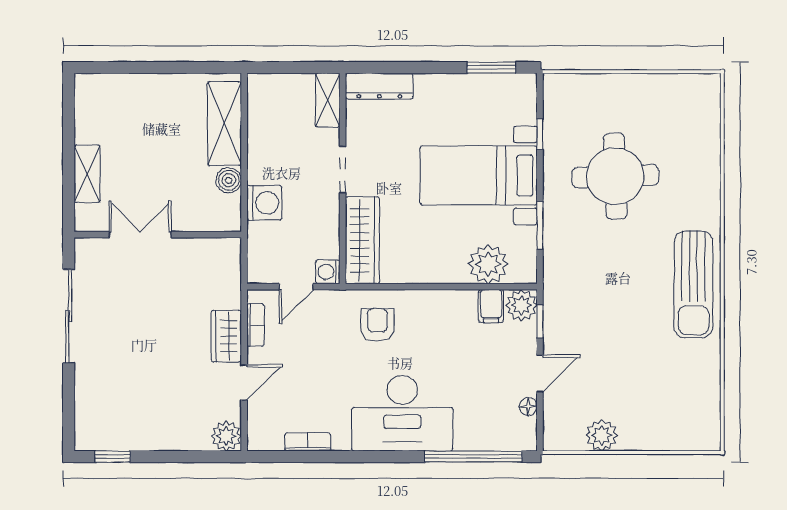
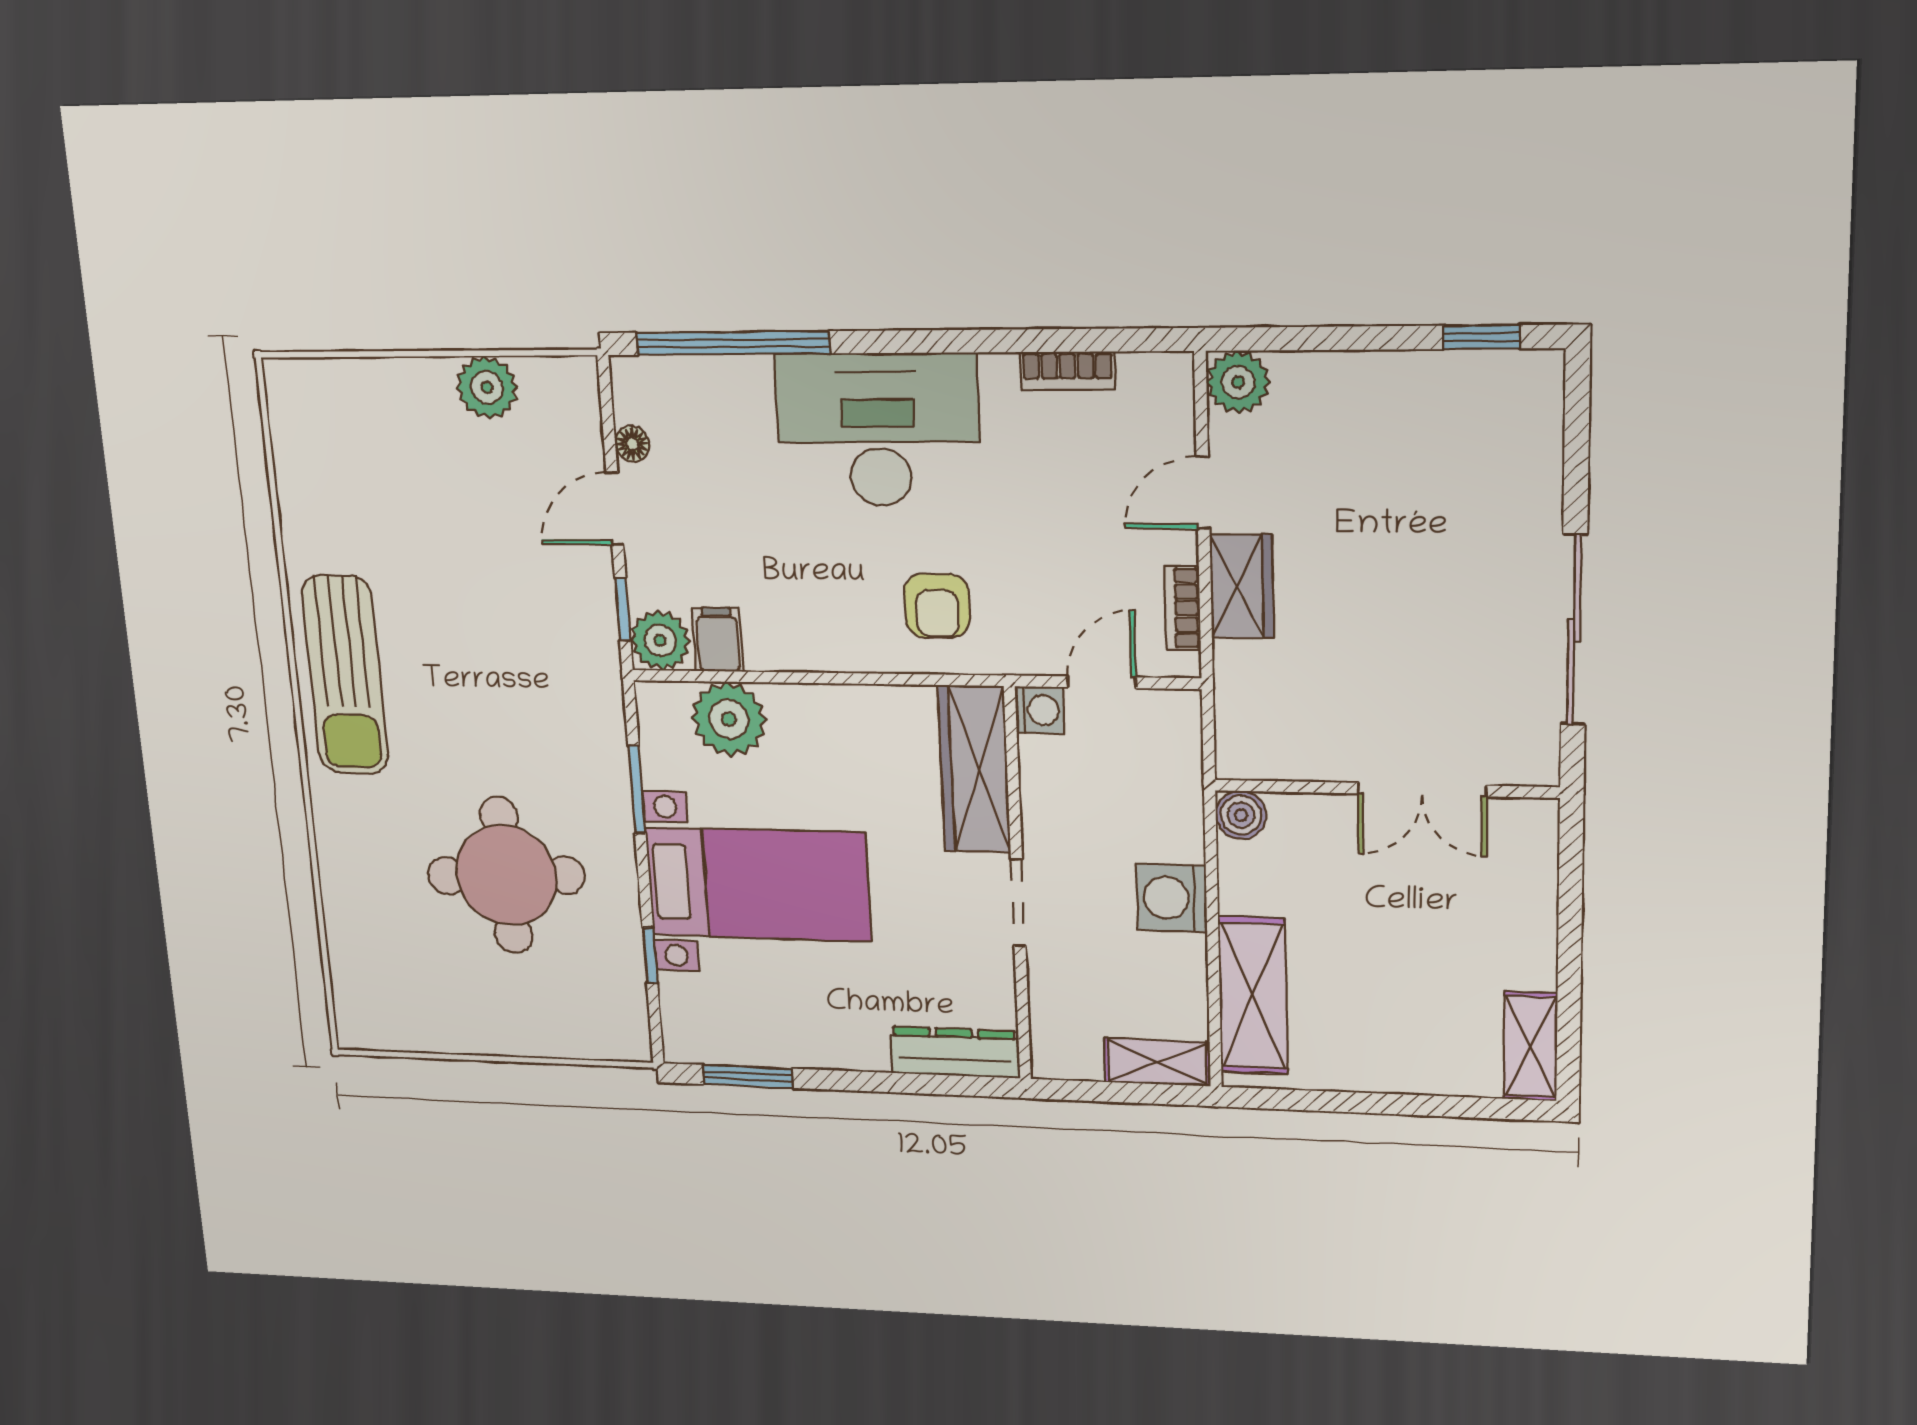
shelving: (328, 100) -> (1157, 1062), moved, turned 90
shelving: (87, 174) -> (1530, 1046), moved
boiler: (229, 180) -> (1241, 815), moved
washing machine: (264, 203) -> (1172, 898), moved
sun lounger: (693, 284) -> (345, 675), turned 180

